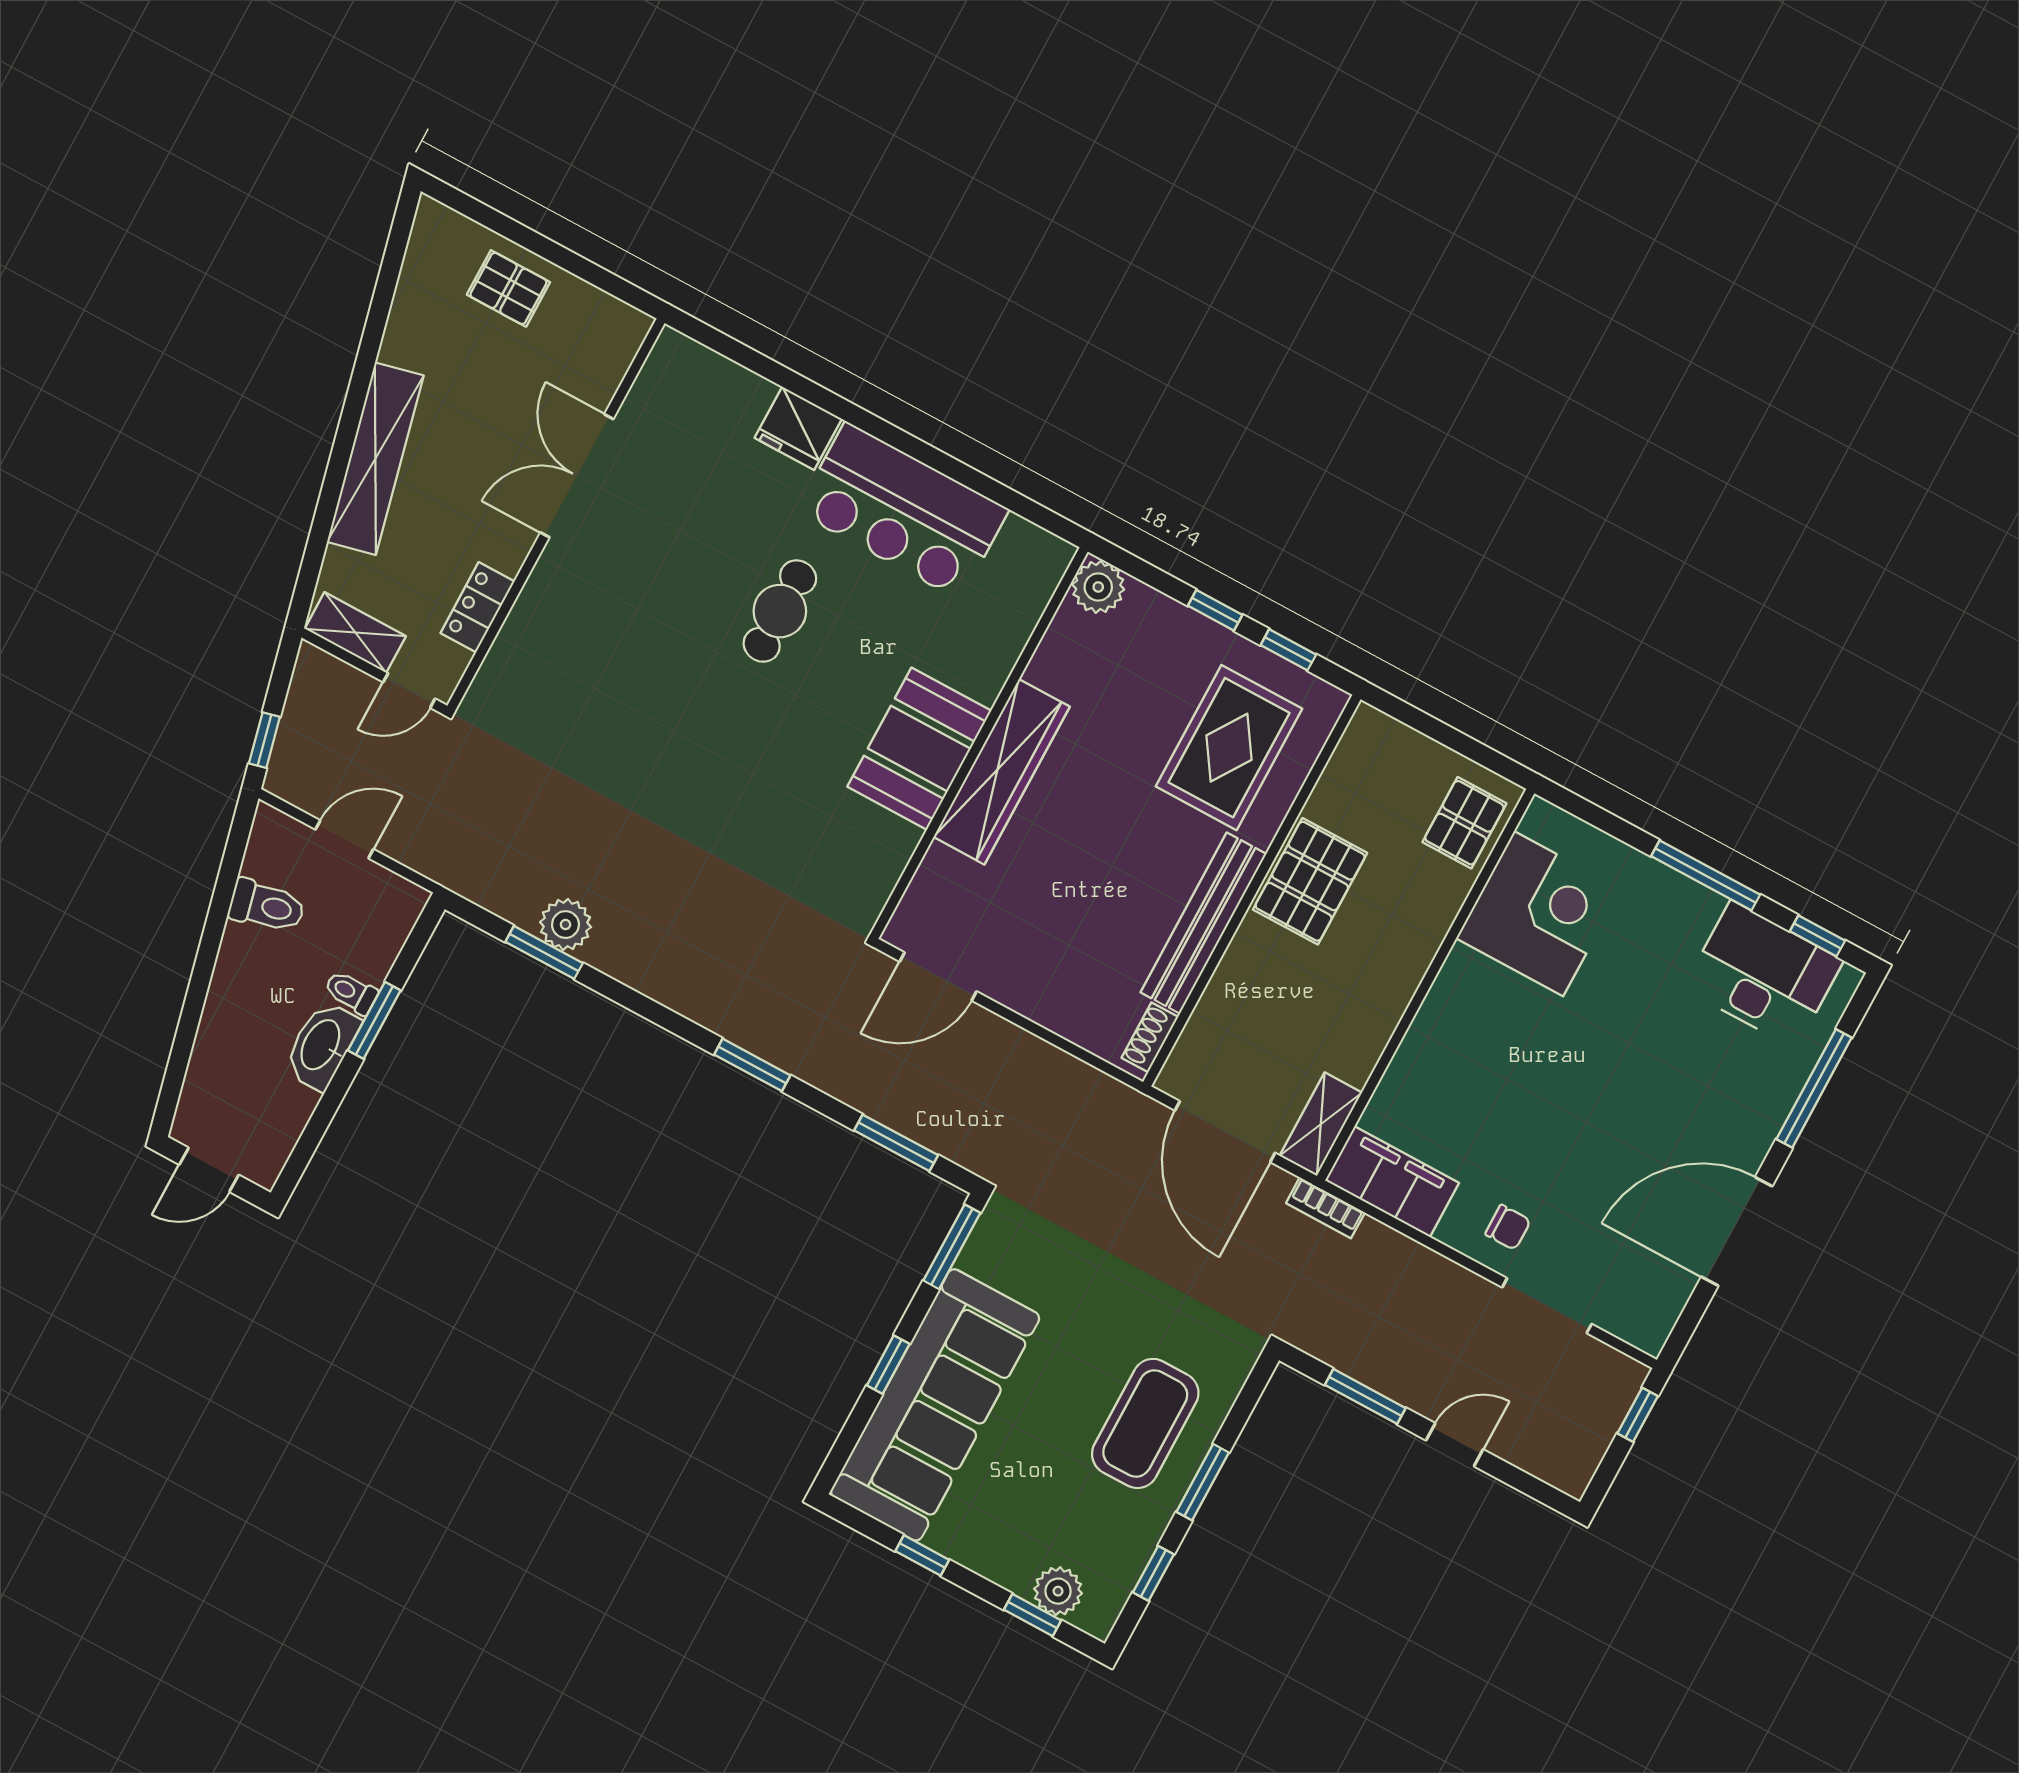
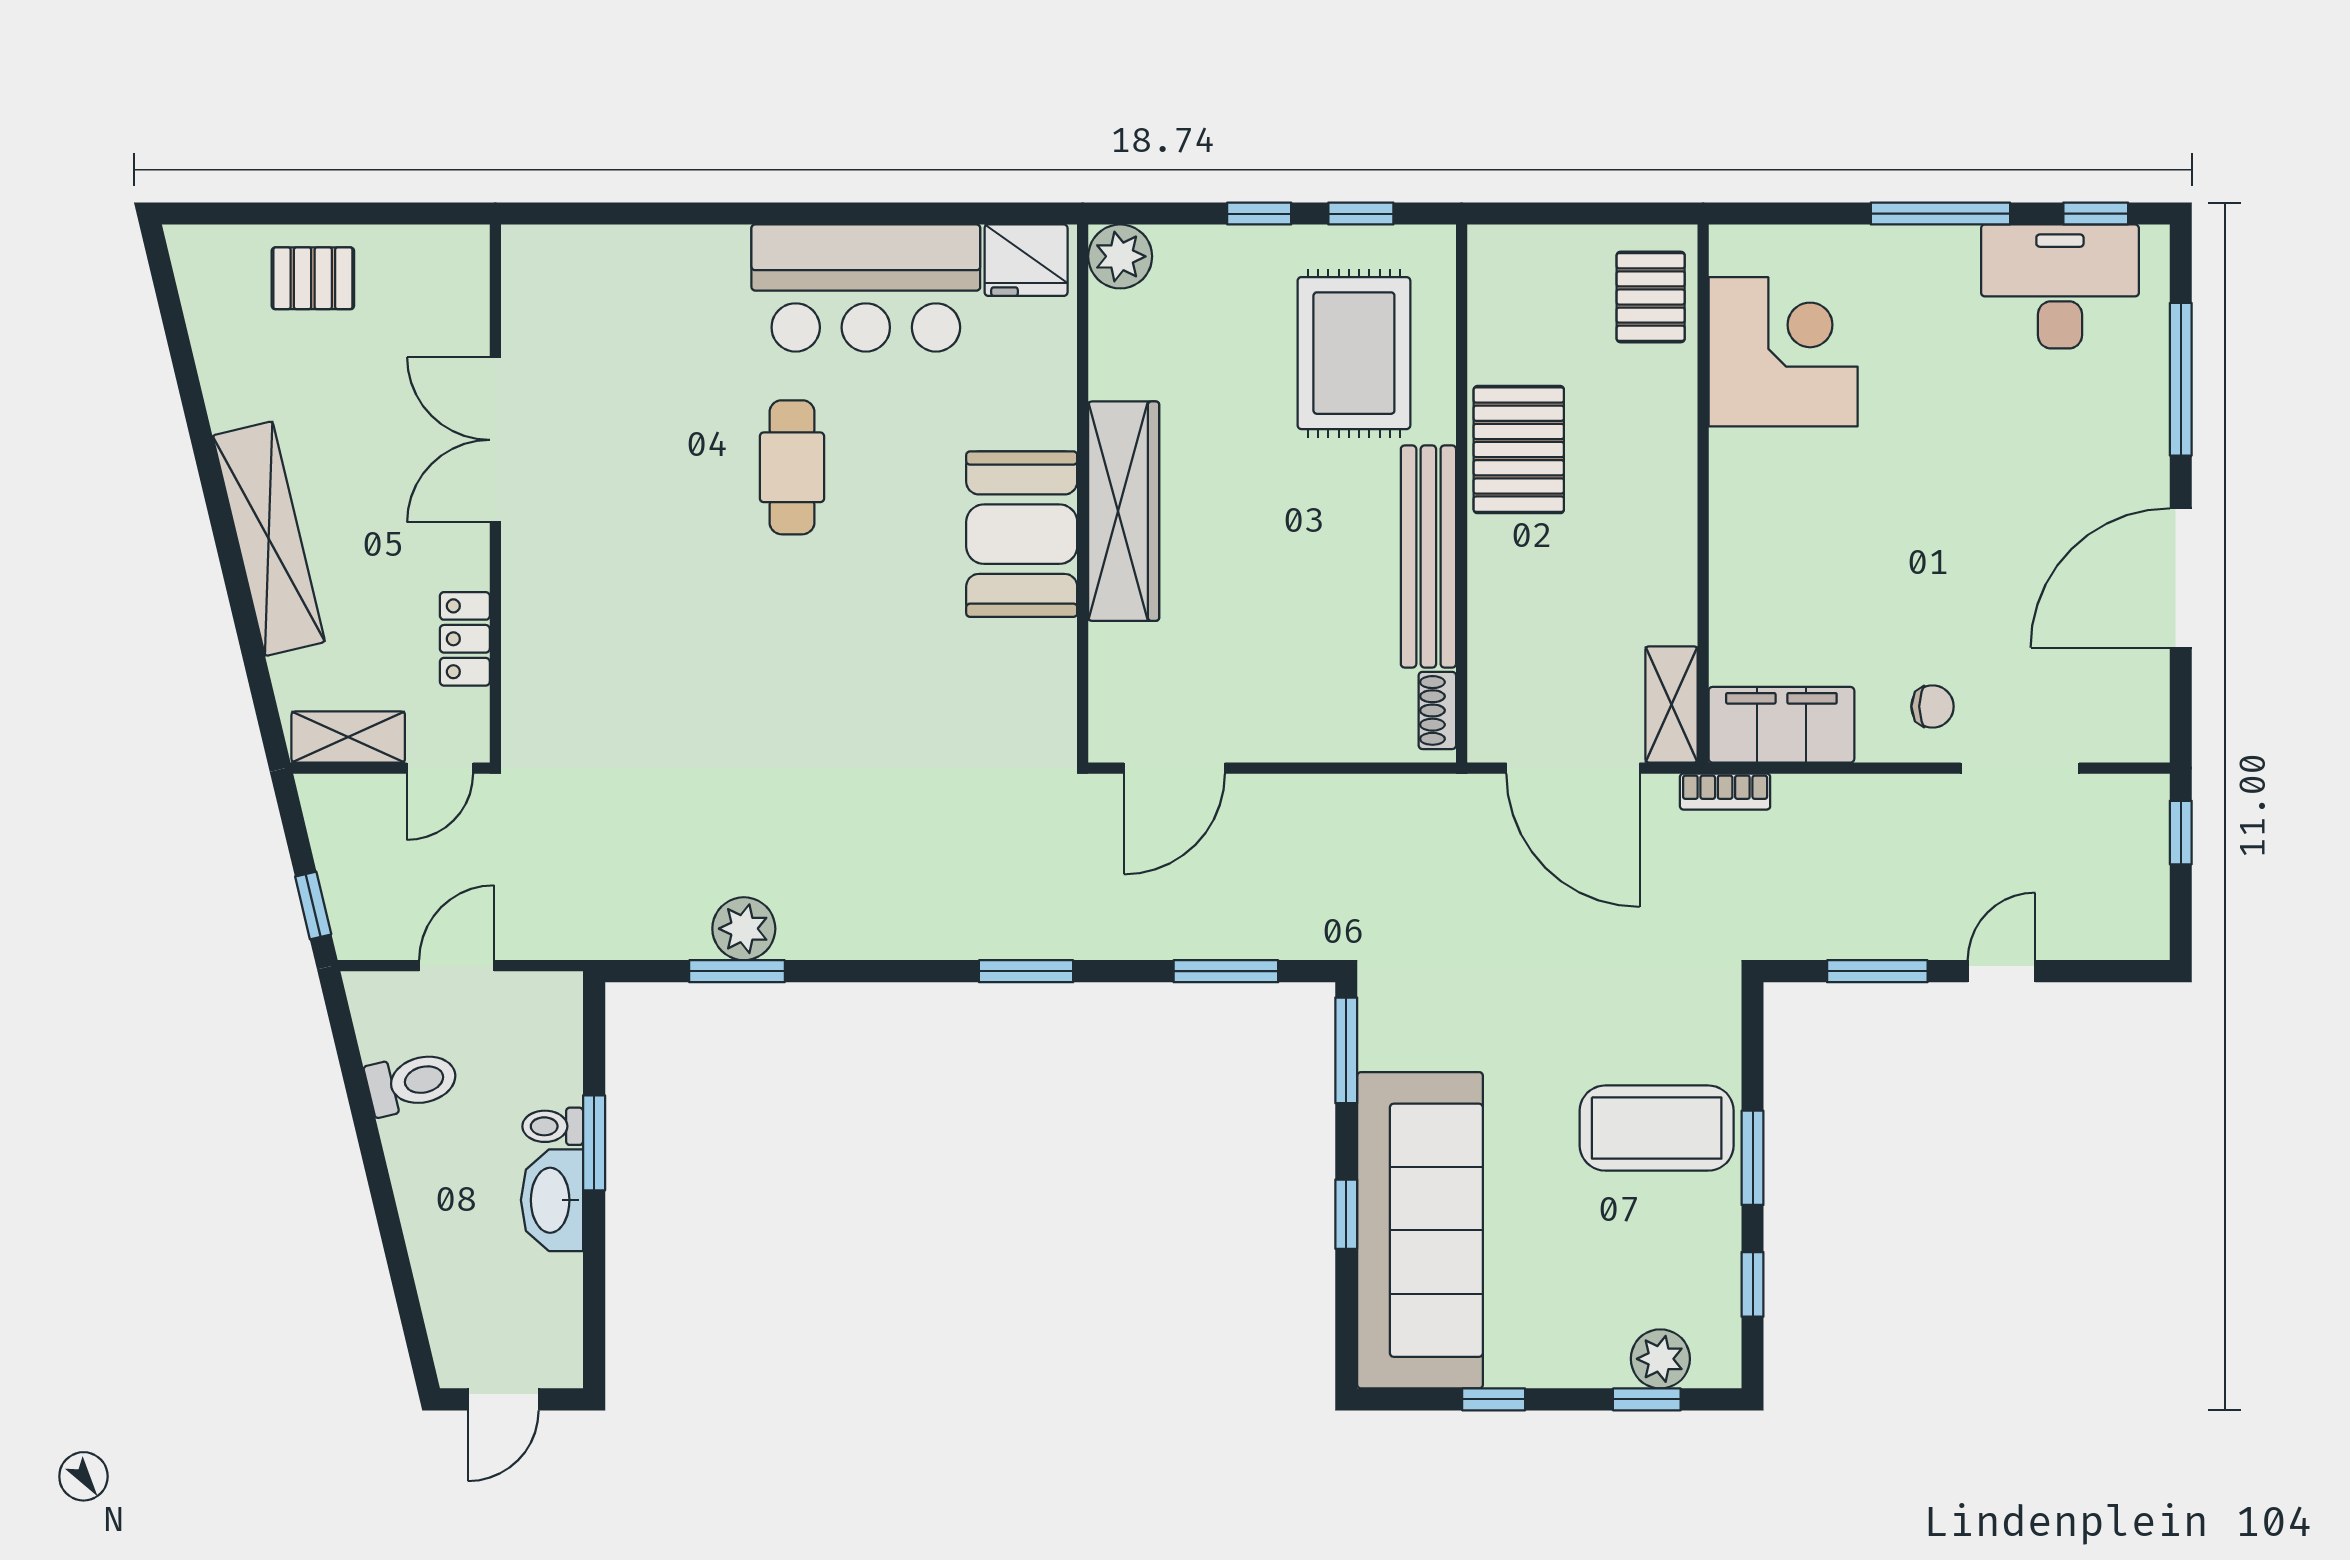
fridge: (798, 428) -> (1026, 260), moved
coffee table: (1145, 1423) -> (1657, 1128), turned 90

